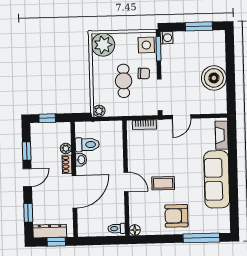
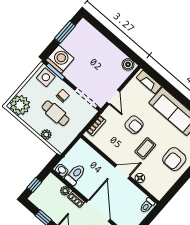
washing machine: (167, 38) -> (60, 59), width x1.89, depth x1.89
boiler: (214, 78) -> (128, 64), moved, width x0.54, depth x0.54
plant: (99, 111) -> (46, 134), moved
armchair: (174, 156) -> (134, 125), added
washbasin: (81, 160) -> (62, 170), moved
floor lamp: (135, 230) -> (140, 178), moved

